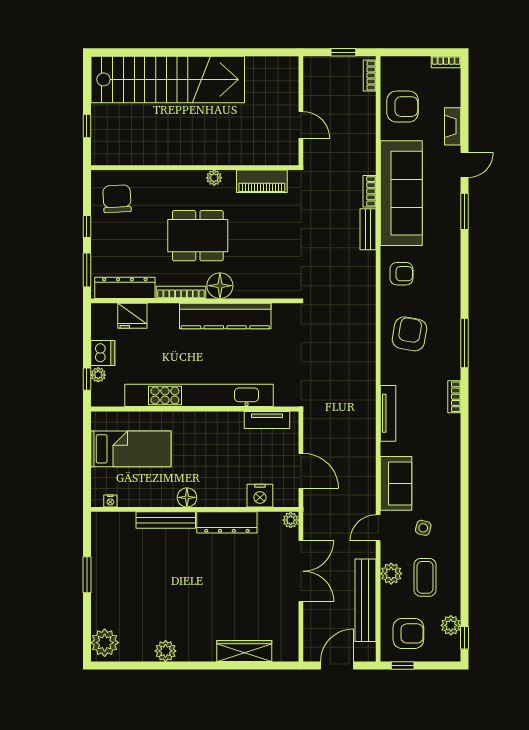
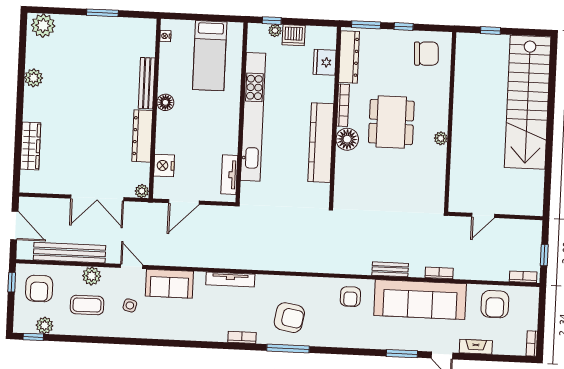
piano: (262, 181) -> (436, 180), removed
bookcase: (369, 191) -> (439, 273), moved
armchair: (409, 334) -> (289, 318), moved

